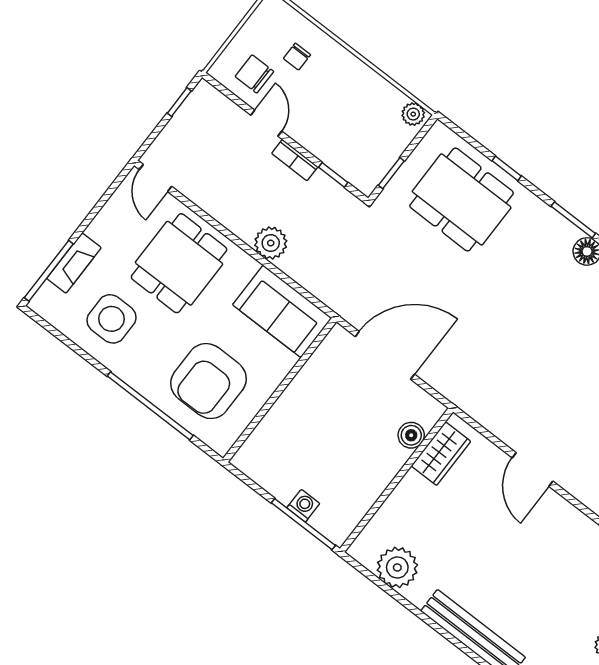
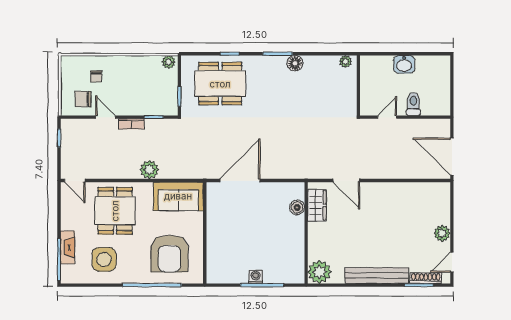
boiler: (411, 435) -> (297, 207), moved
wardrobe: (441, 454) -> (317, 205), moved
wall: (396, 480) -> (306, 233), moved

